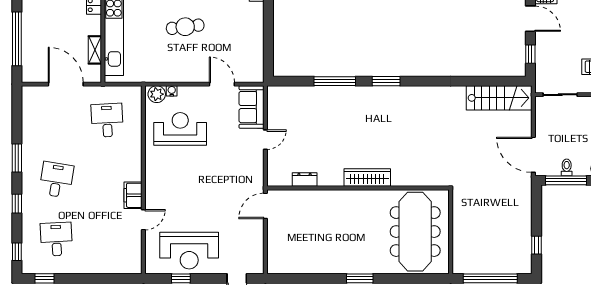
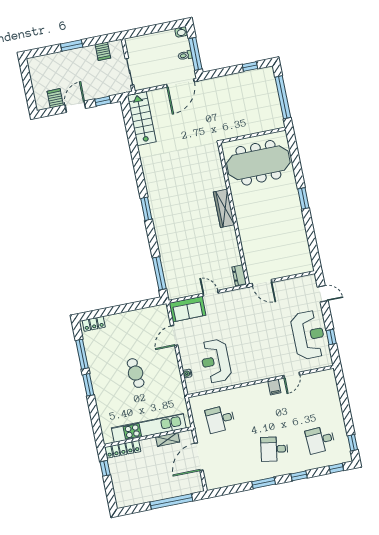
window: (335, 81) -> (159, 273), moved
plant: (157, 94) -> (192, 385), removed
dresser: (305, 180) -> (239, 275), moved
filing cabinet: (133, 195) -> (274, 387), width x0.50
door: (143, 220) -> (292, 375), swing flipped

